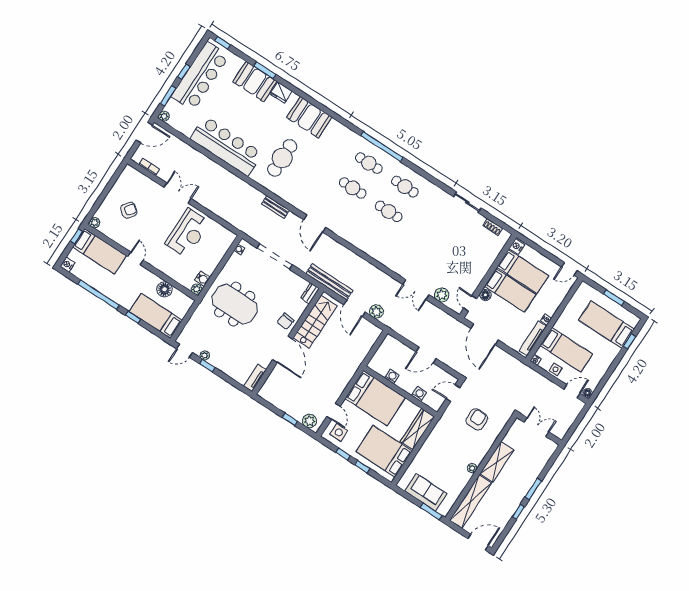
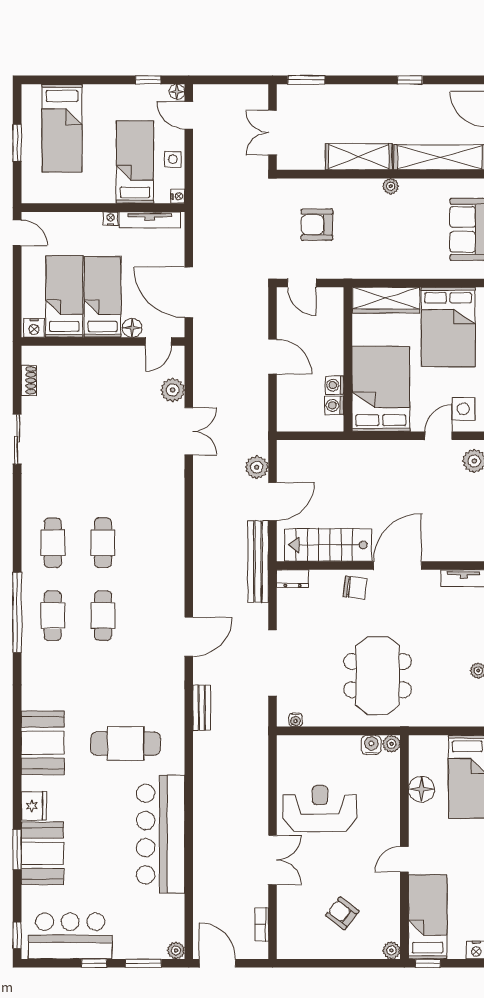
bar counter: (200, 76) -> (70, 936), width x0.73
double door: (177, 193) -> (273, 860), swing flipped
door: (485, 334) -> (189, 292), swing flipped
window: (629, 342) -> (148, 80), moved
washing machine: (419, 394) -> (334, 405), moved
window: (533, 489) -> (306, 80), moved

